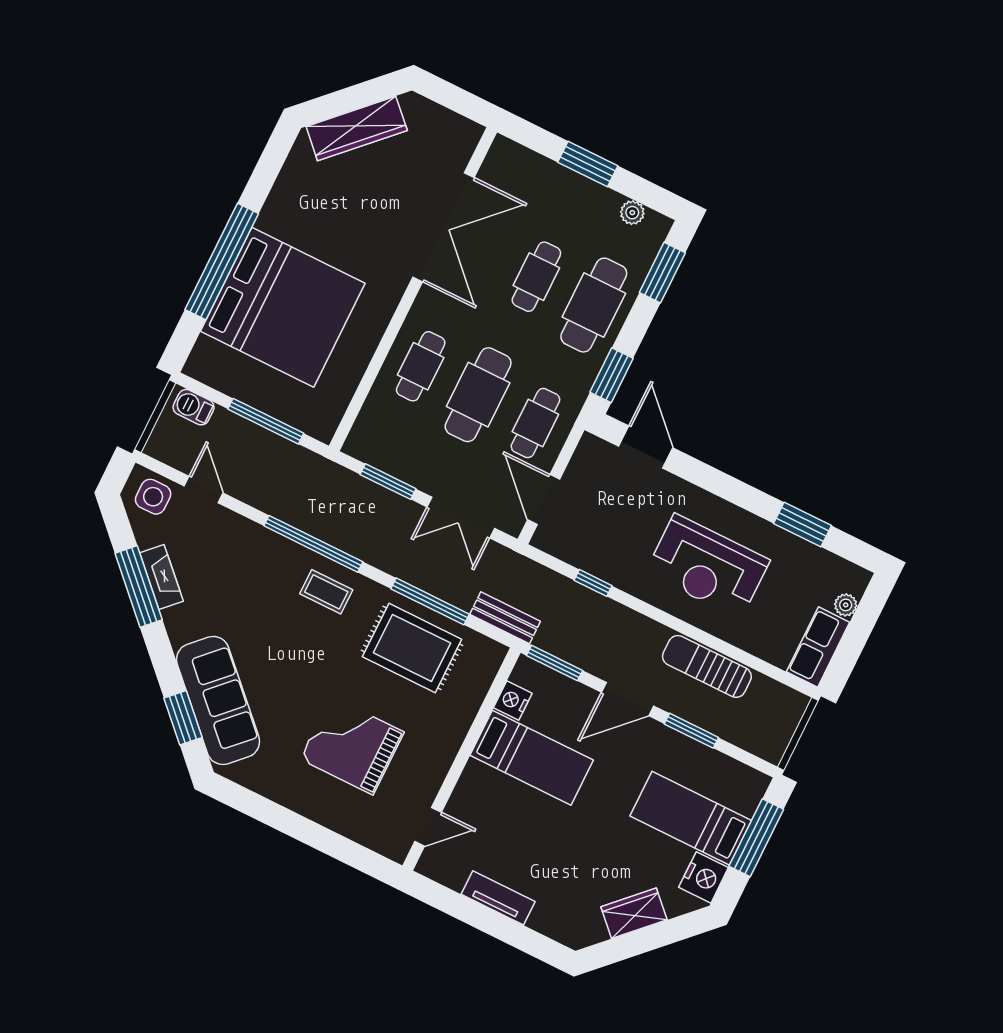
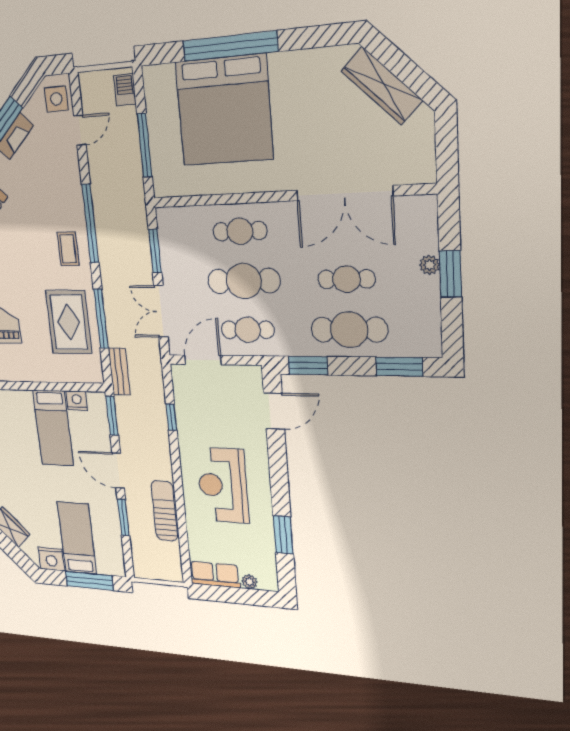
plant: (632, 213) -> (429, 265), moved

